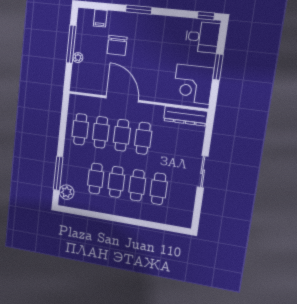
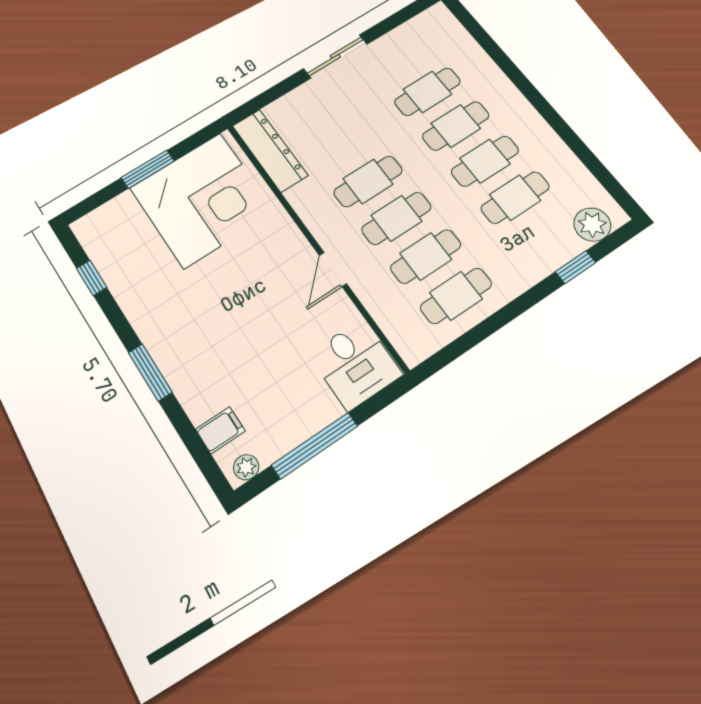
window: (206, 16) -> (92, 278), moved
desk: (202, 37) -> (355, 364), moved, turned 180
chair: (117, 45) -> (246, 358), removed
plant: (78, 58) -> (246, 467), moved
corner desk: (193, 84) -> (202, 200), width x1.36, depth x1.36
door: (122, 99) -> (333, 270), width x0.53
window: (58, 173) -> (576, 267), width x0.46

